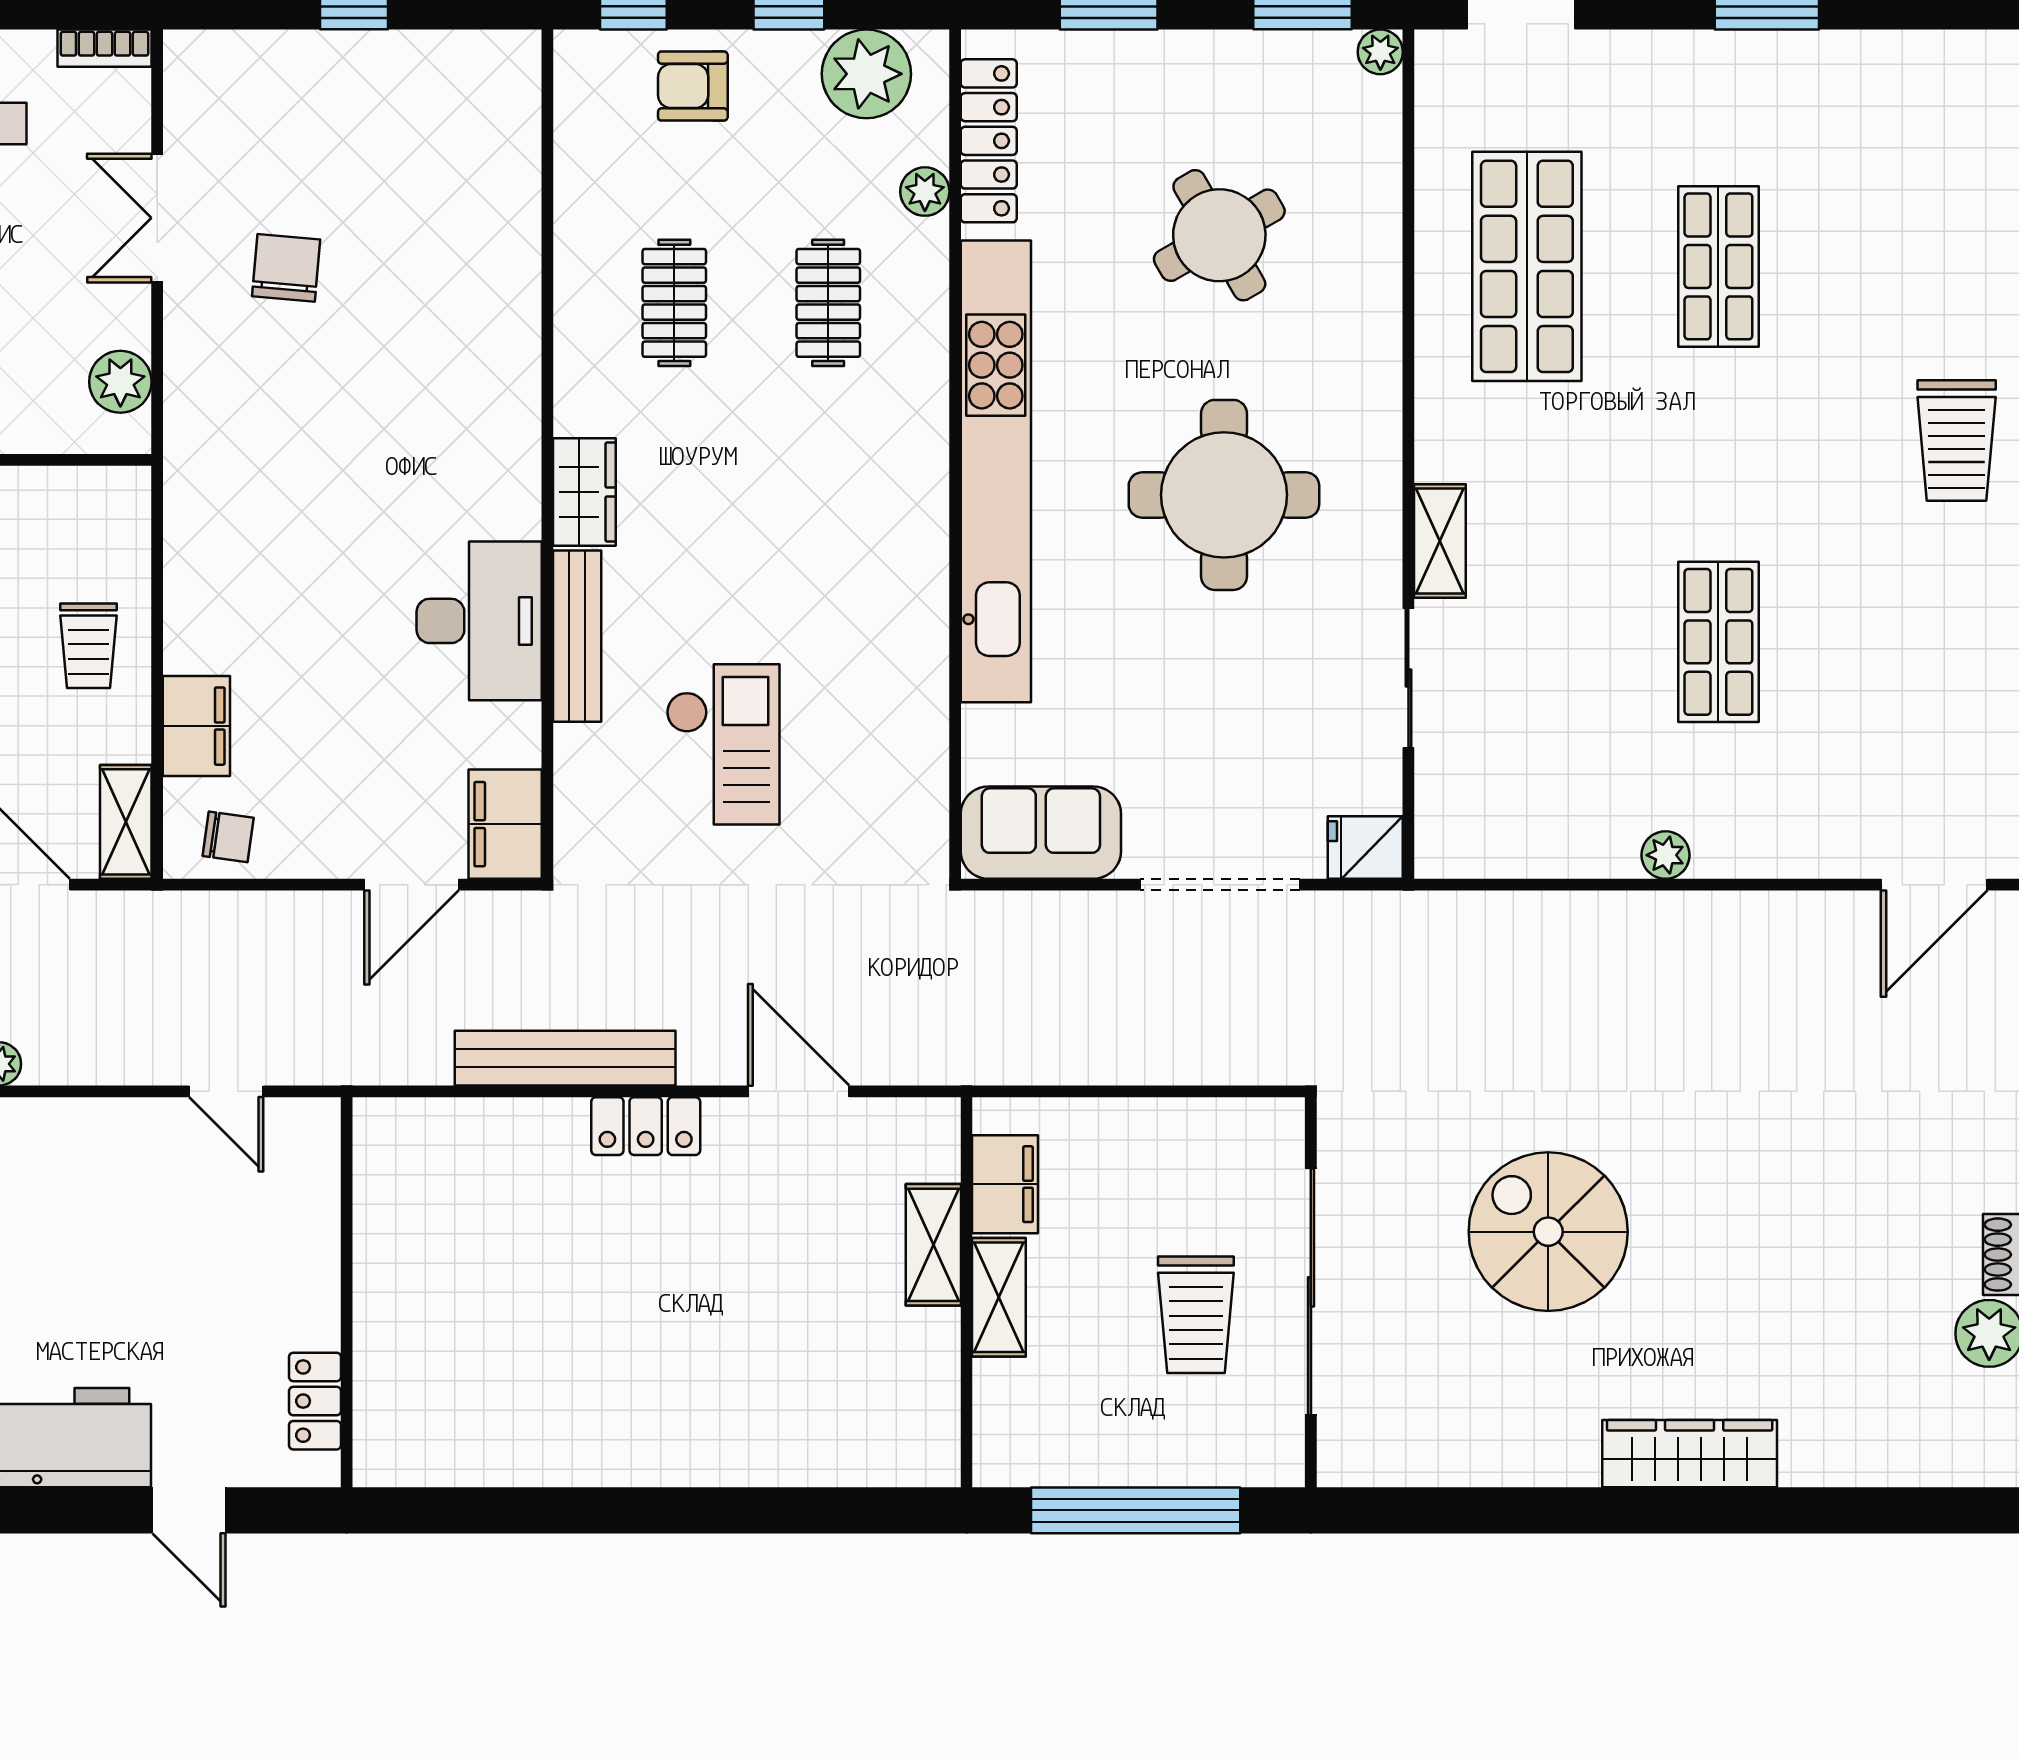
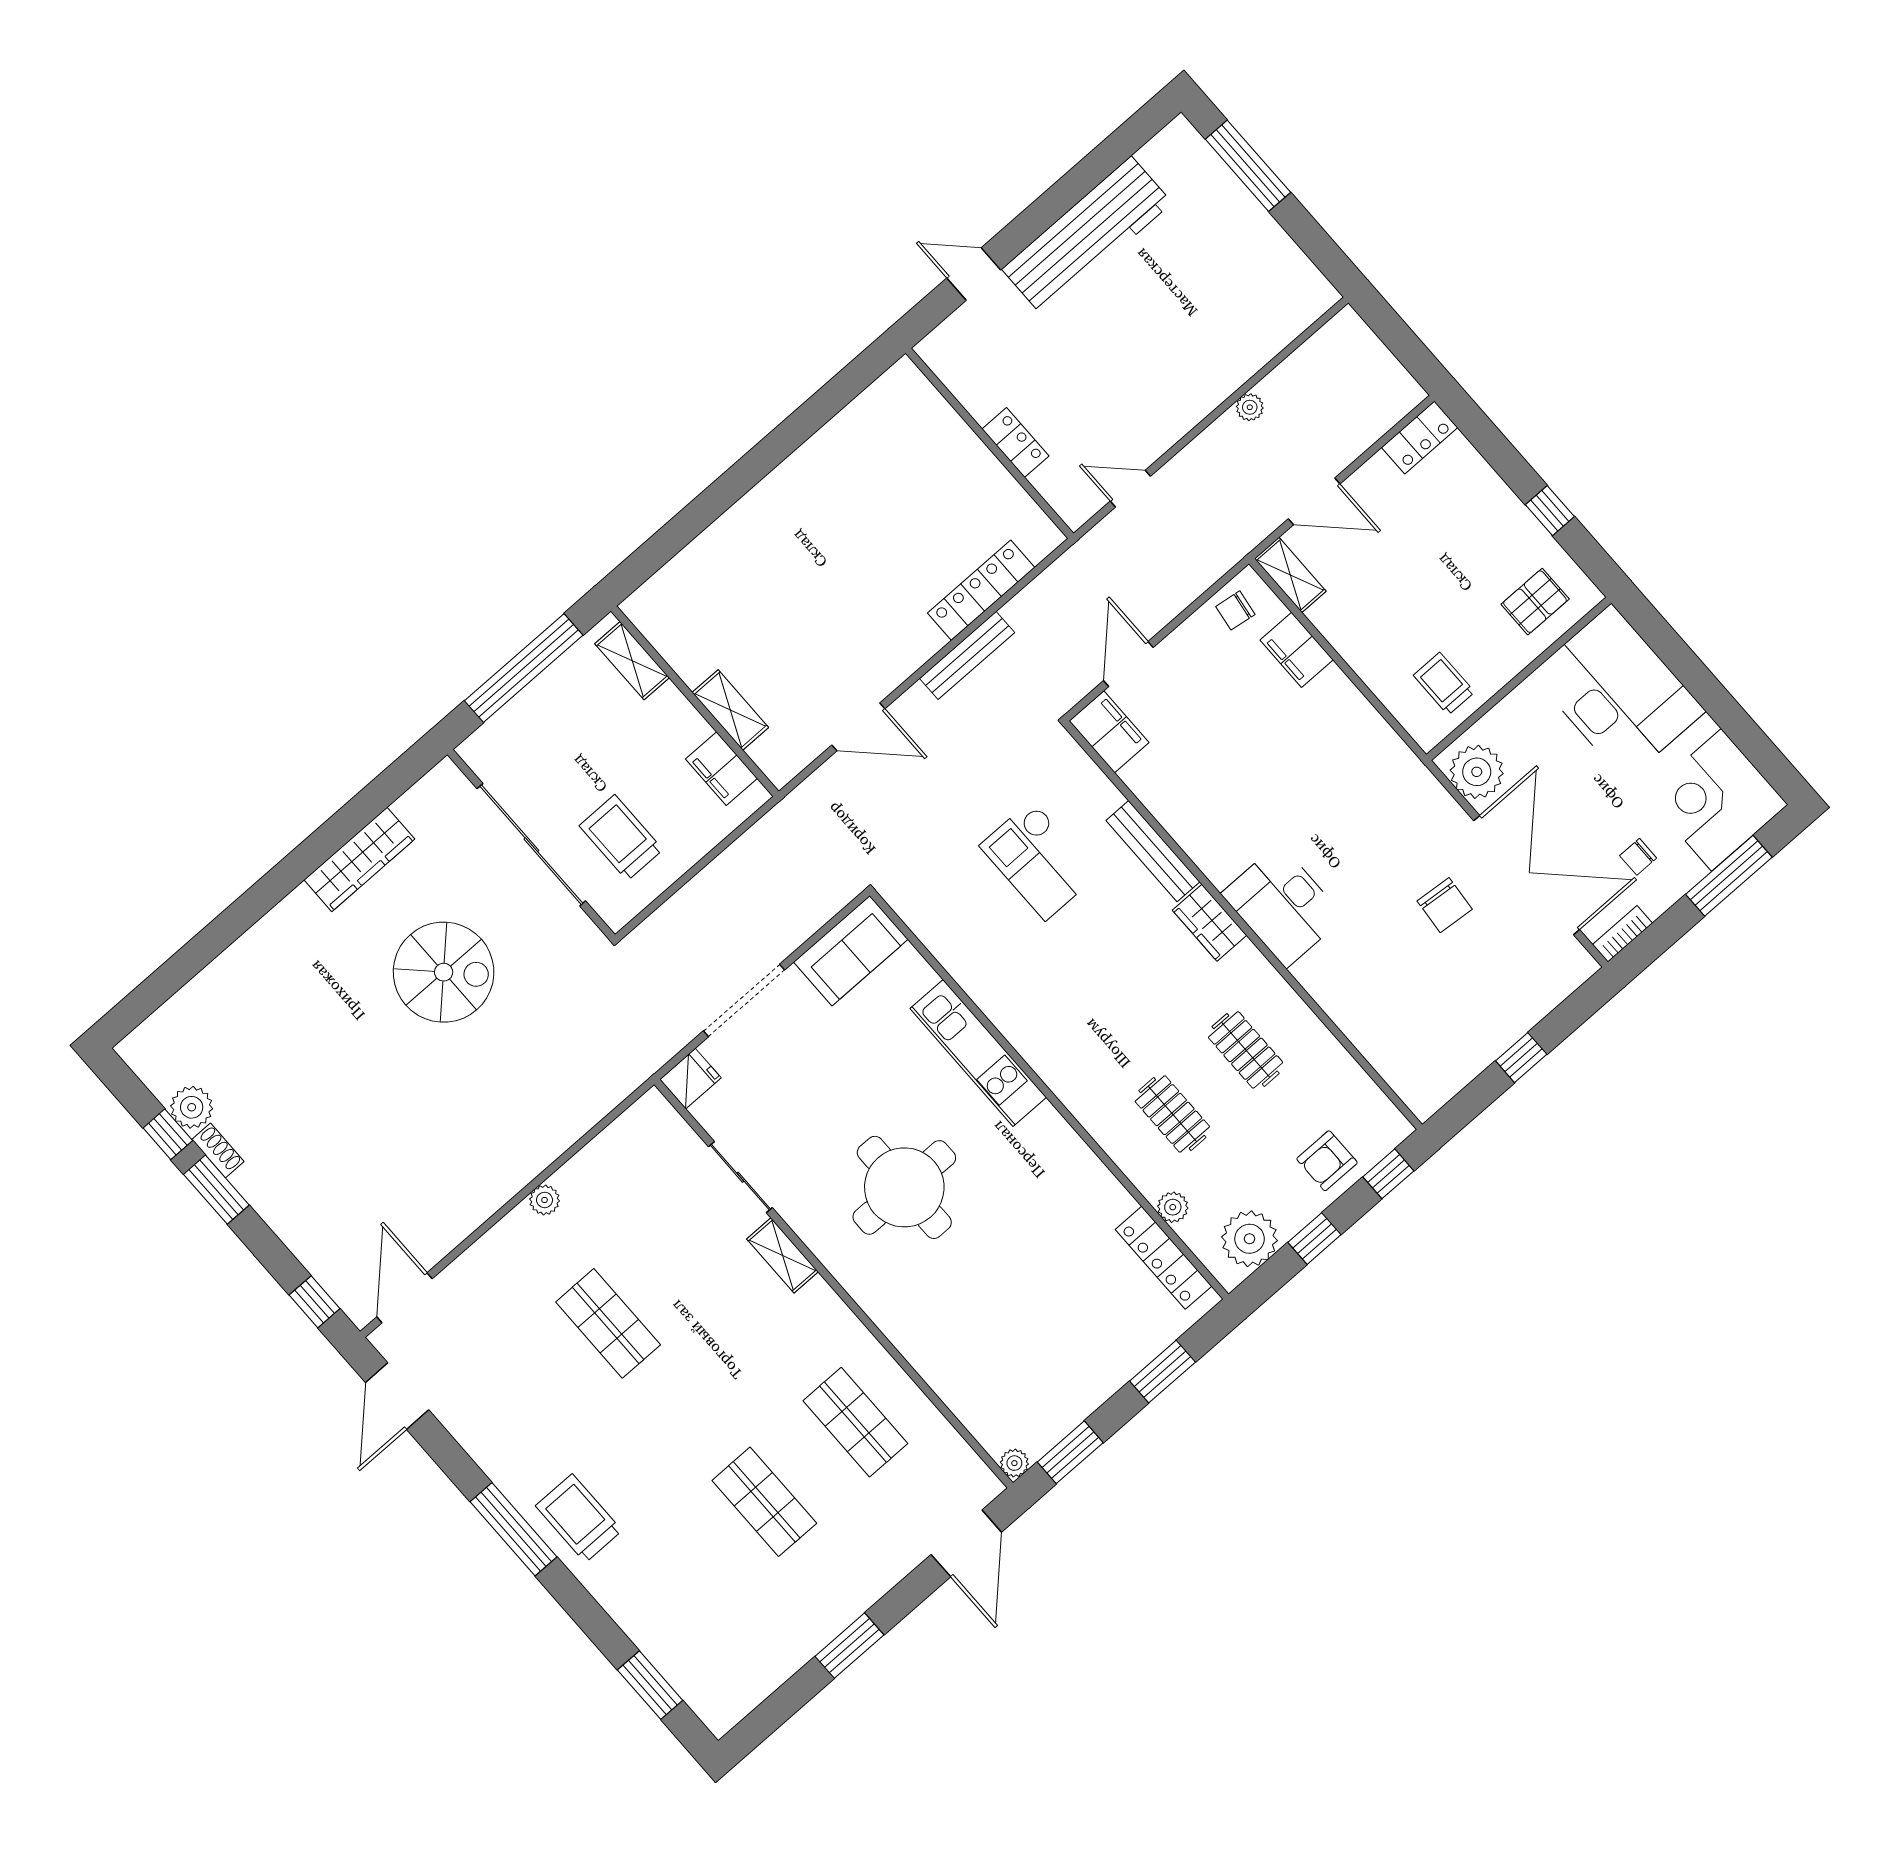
armchair: (693, 86) -> (1327, 1161), turned 180
double door: (157, 218) -> (1527, 875), width x1.87
round table: (1219, 235) -> (1015, 1309), removed
shop shelf: (1527, 266) -> (855, 1422), width x0.70, depth x0.74
plant: (120, 382) -> (1477, 772), width x1.36, depth x1.36
kitchen unit: (996, 471) -> (978, 1053), width x0.54
desk: (479, 621) -> (1283, 905), moved
trolley: (88, 646) -> (1444, 684), moved
bench: (565, 1058) -> (967, 655), width x0.73, depth x0.82
locker: (646, 1126) -> (981, 590), moved, width x1.53
shelving: (999, 1297) -> (632, 661), moved
trolley: (1196, 1315) -> (621, 838), moved
locker: (315, 1401) -> (1015, 442), moved
wardrobe: (1690, 1454) -> (359, 859), moved

